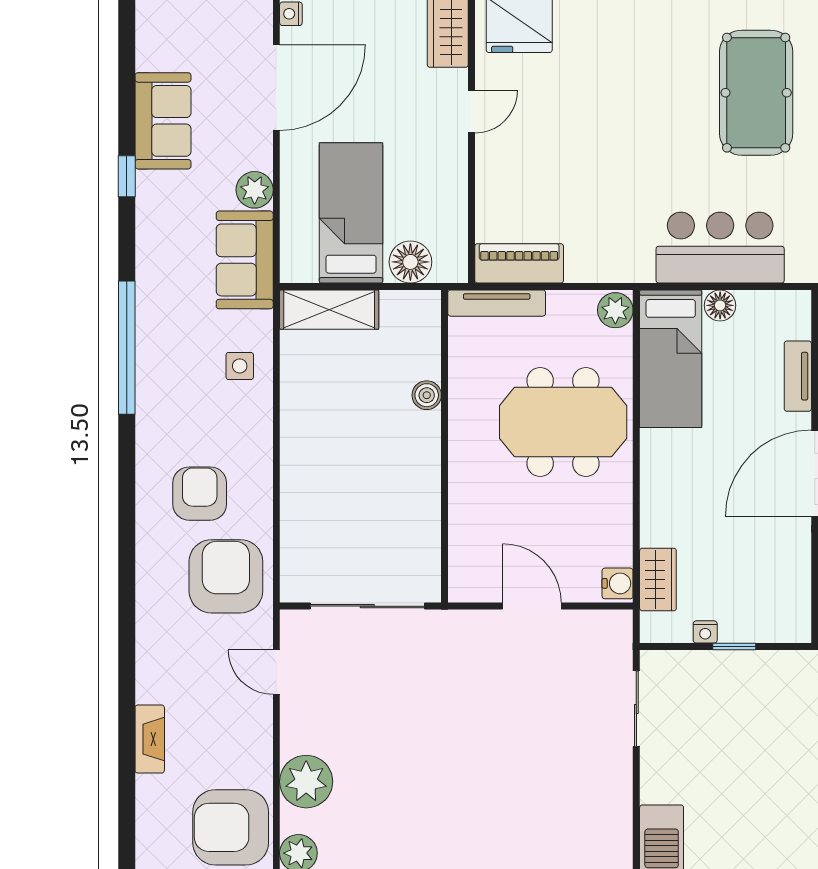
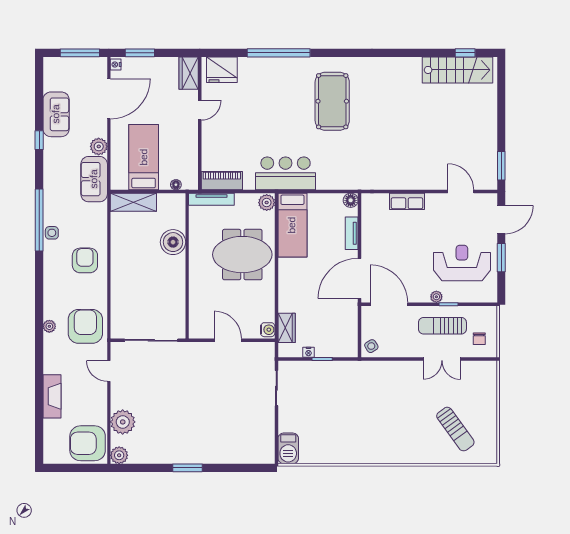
bar counter: (720, 248) -> (286, 173), moved
floor lamp: (410, 262) -> (176, 185), width x0.53, depth x0.53
floor lamp: (720, 305) -> (351, 200), moved
side table: (240, 366) -> (52, 233), moved
boiler: (427, 395) -> (173, 242), width x1.86, depth x1.86
armchair: (200, 494) -> (85, 260), moved
plant: (149, 576) -> (49, 326), added
fireplace: (150, 739) -> (52, 396), width x1.37, depth x1.32

